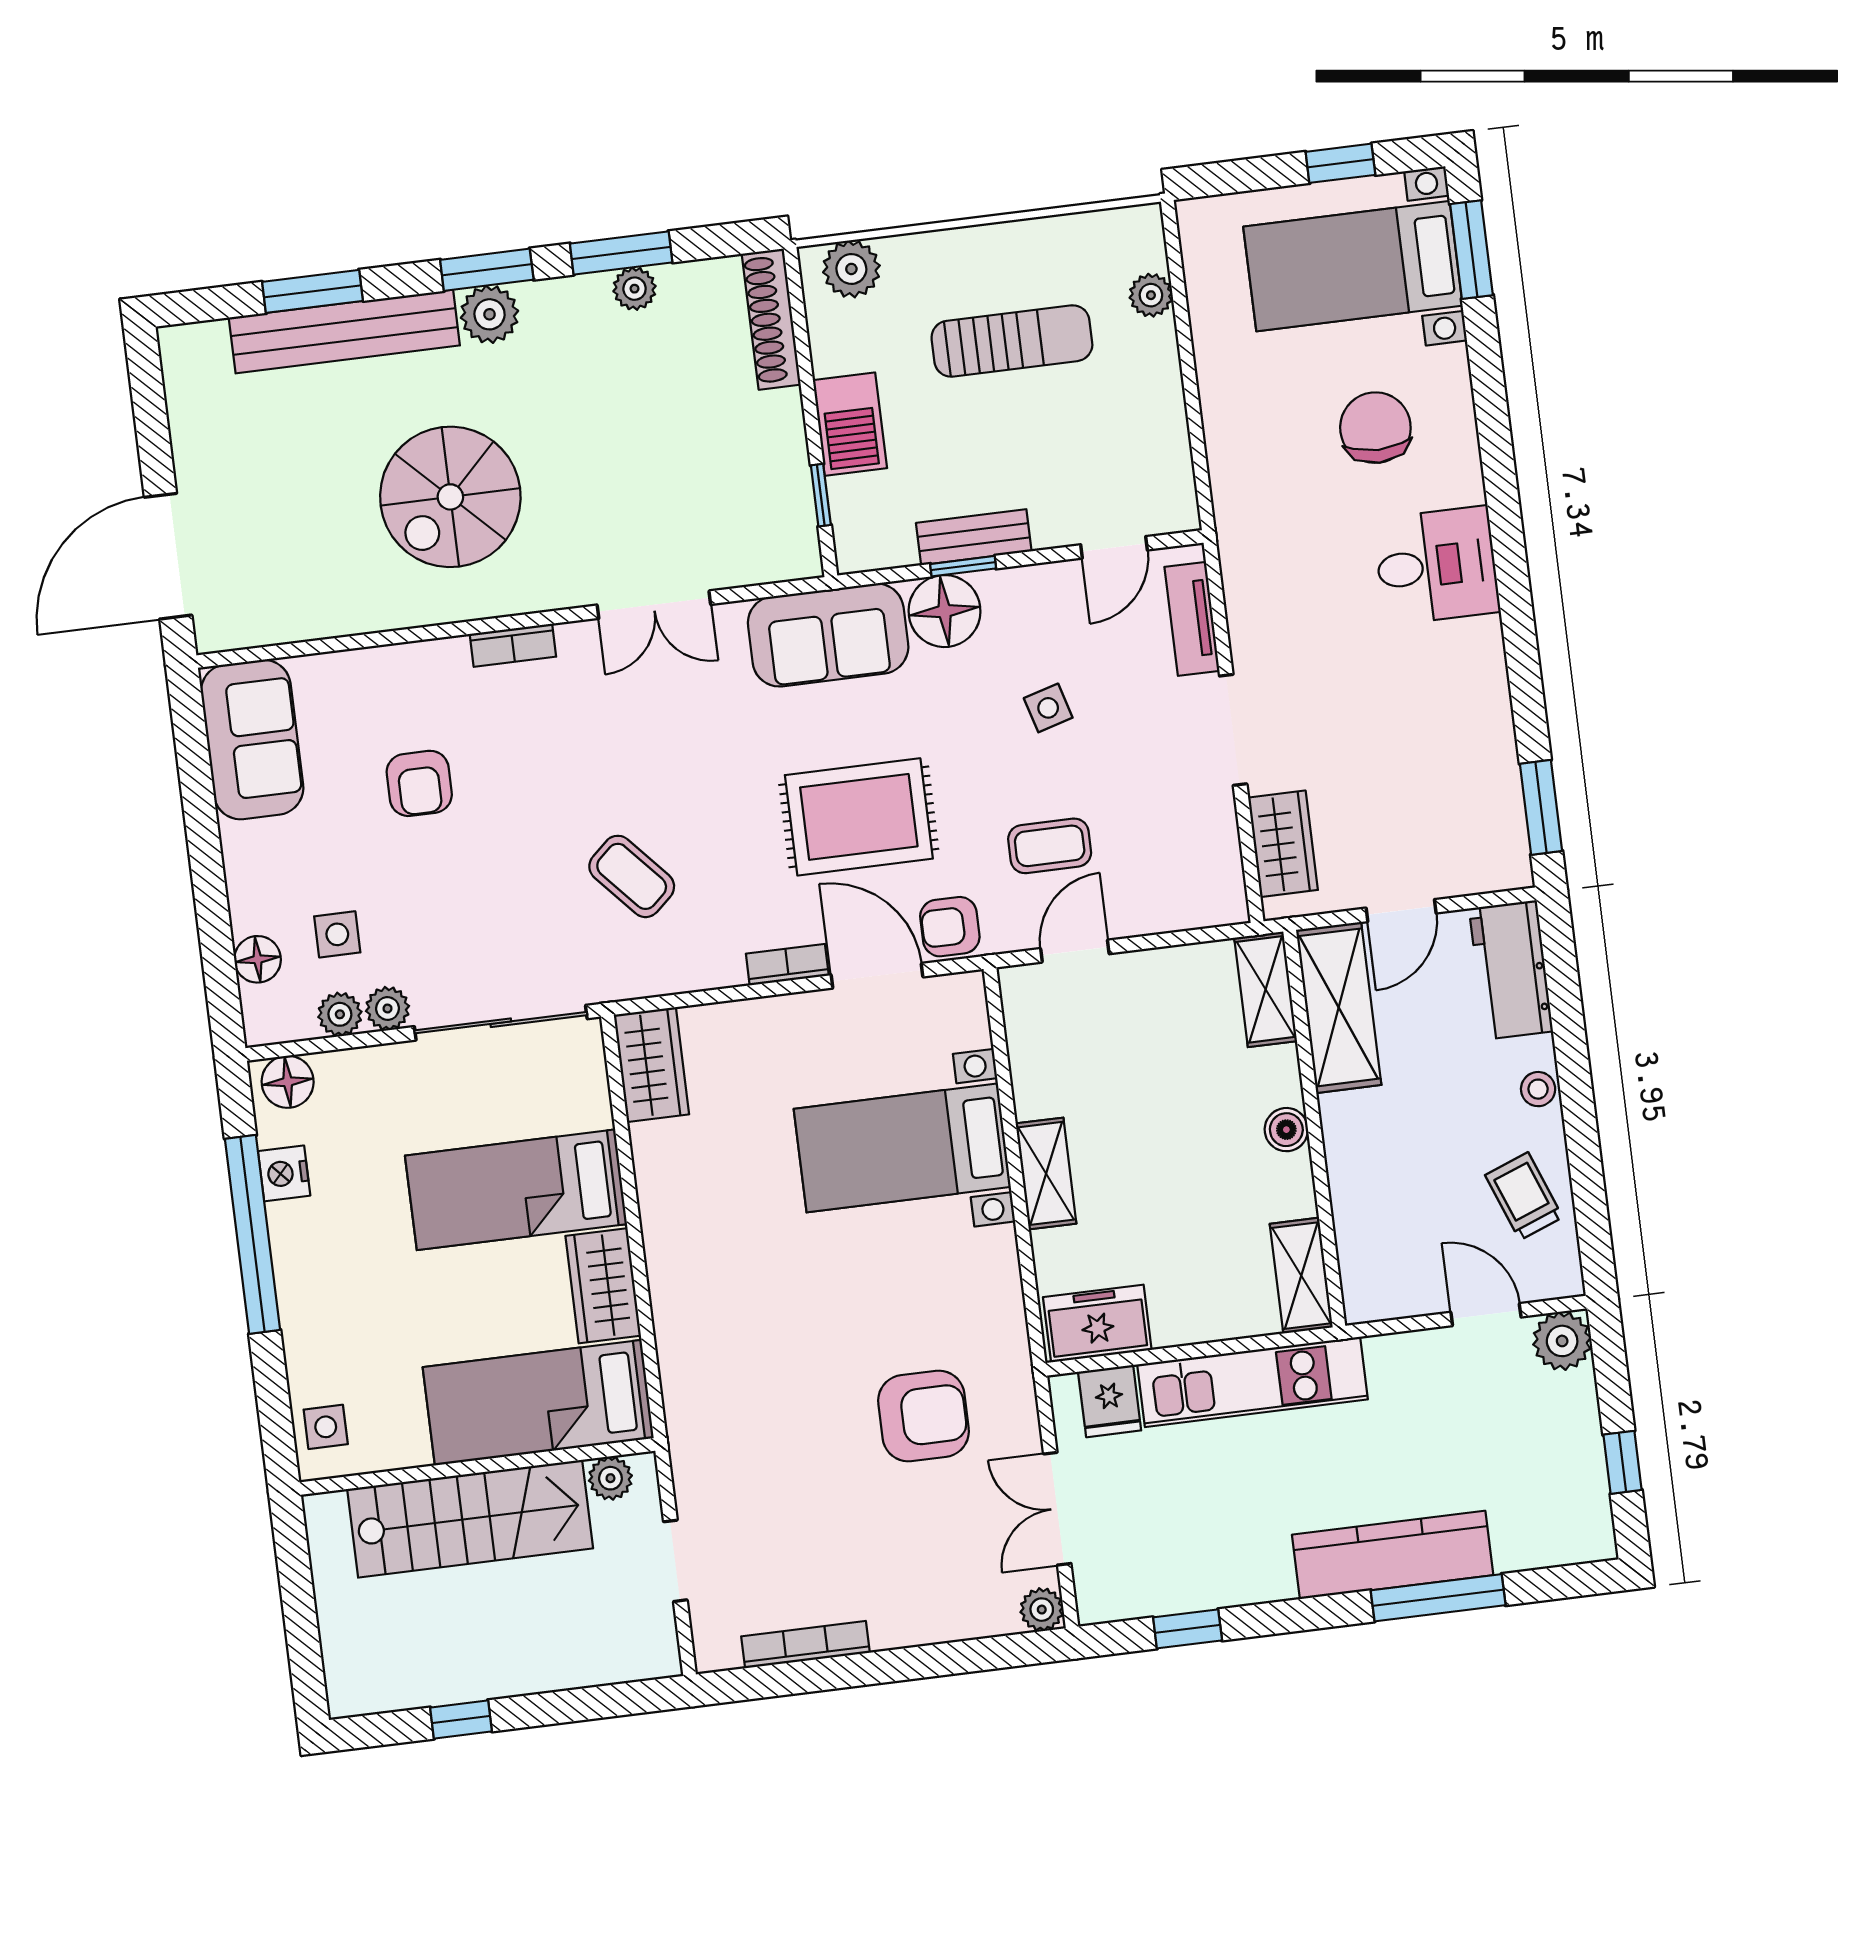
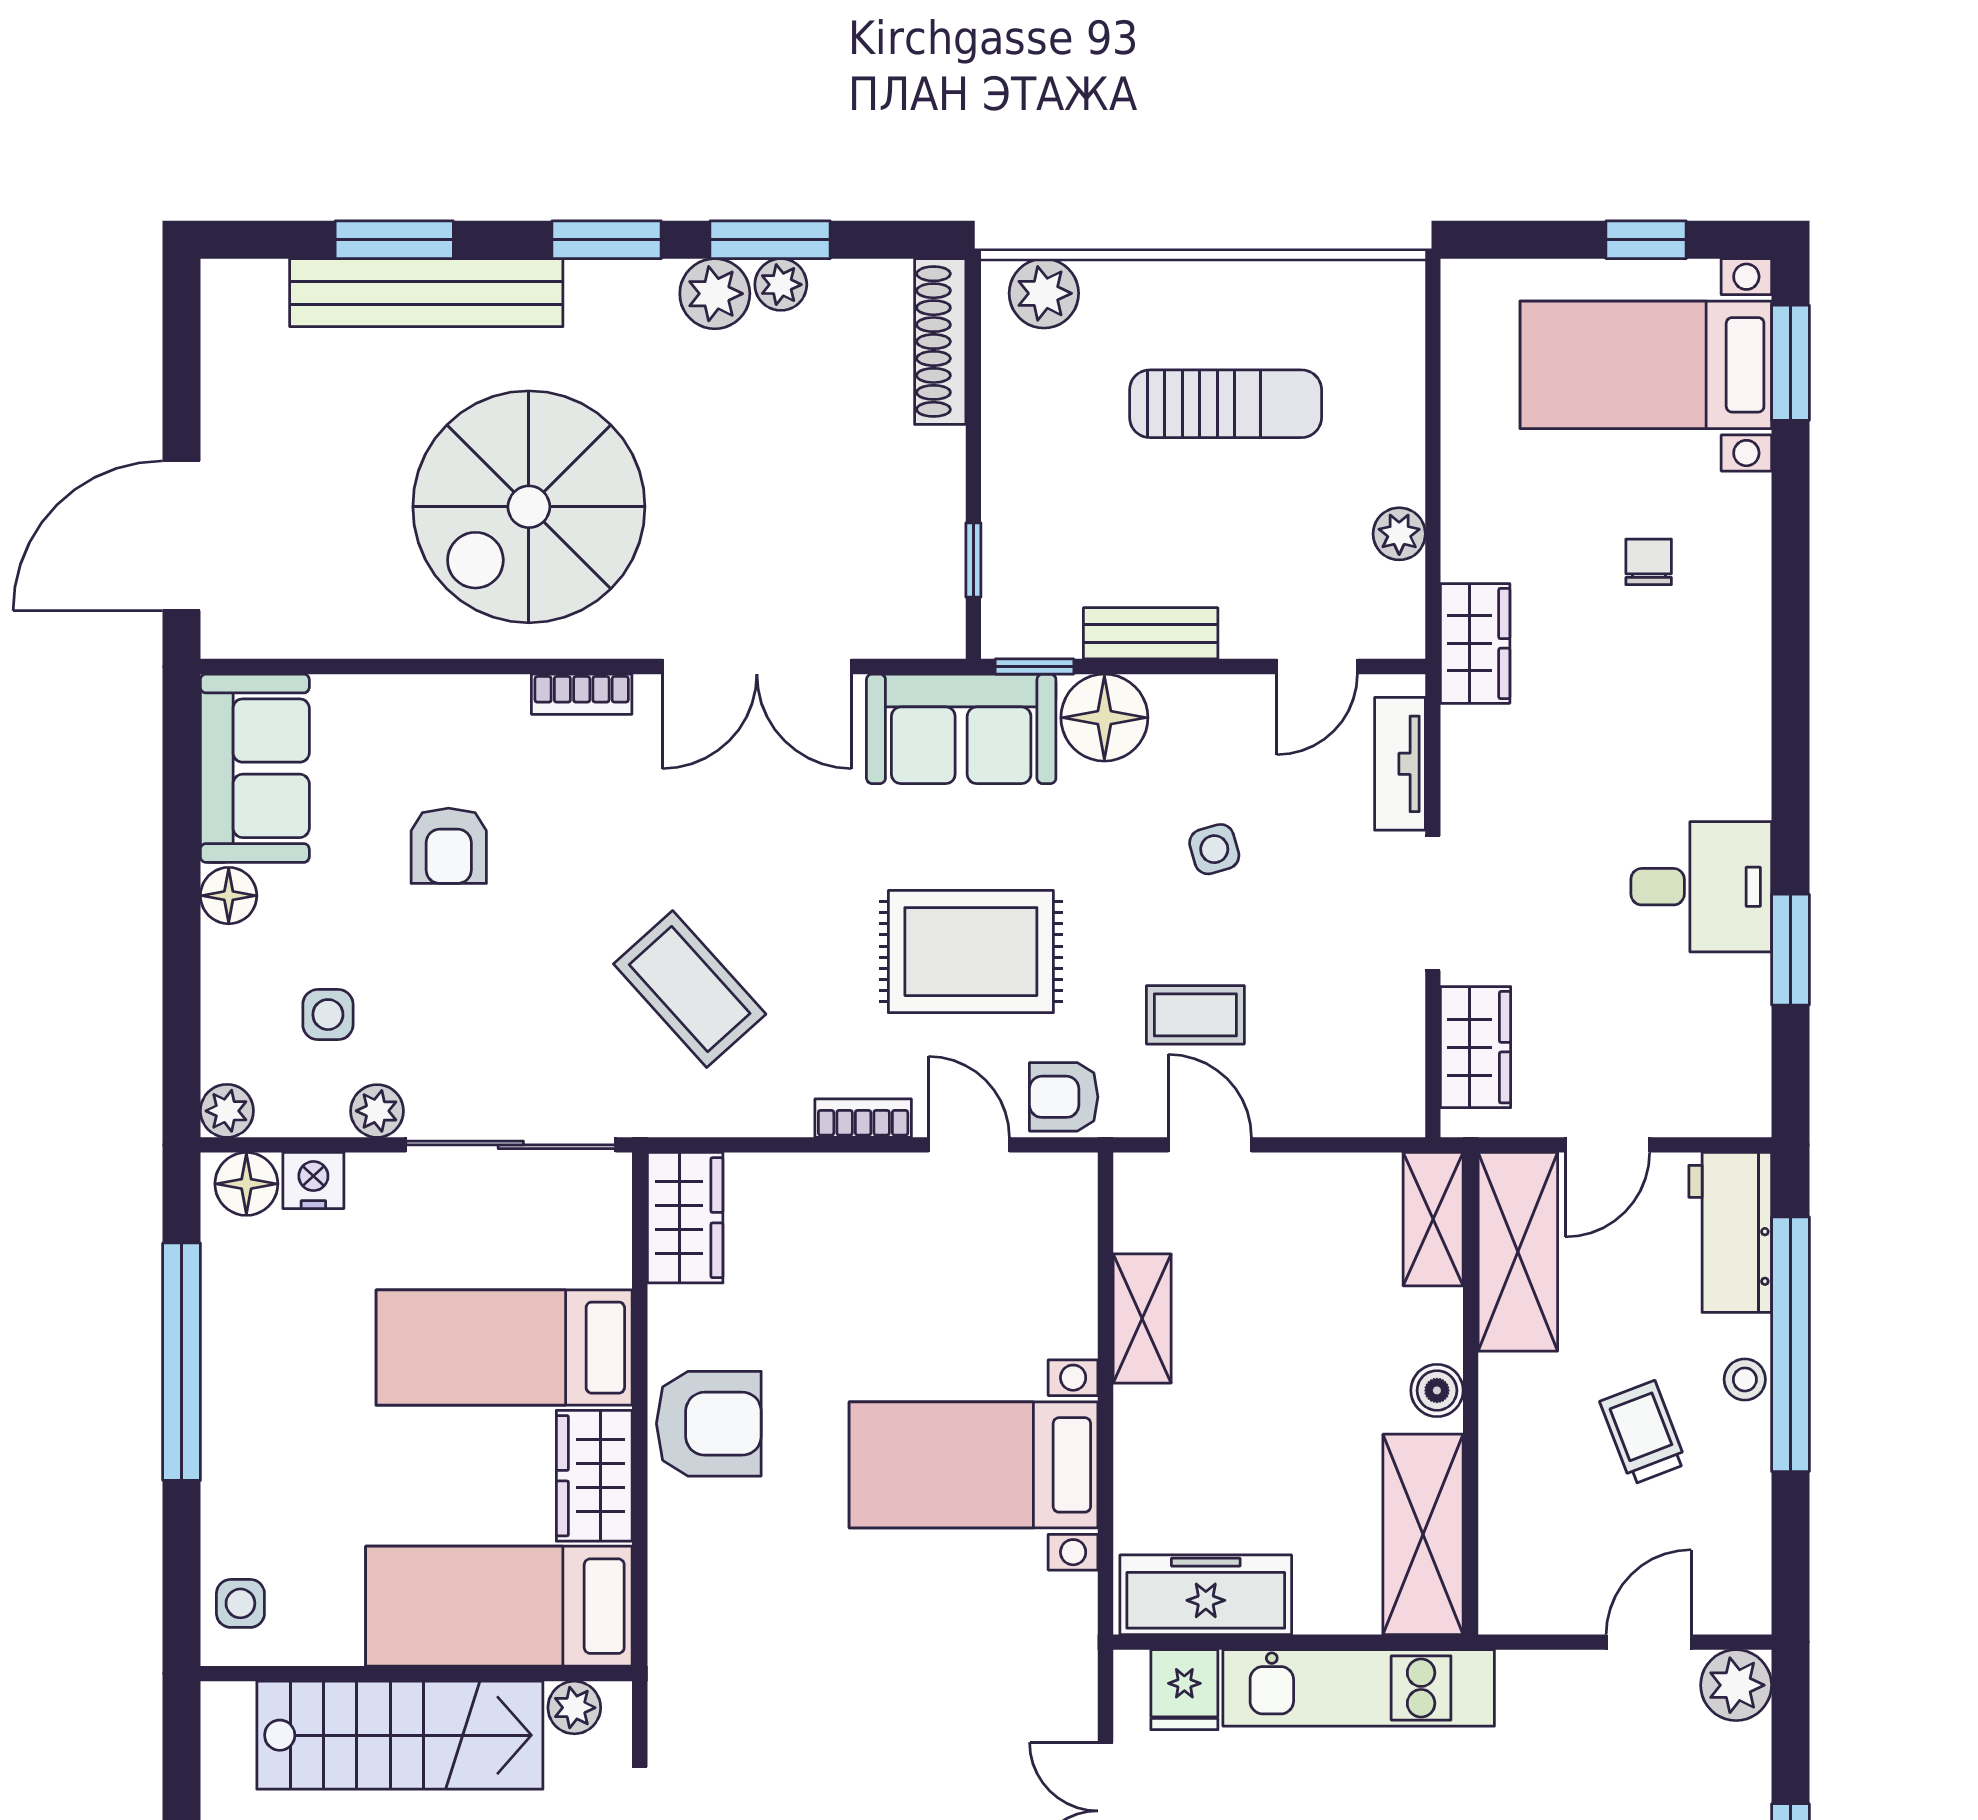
plant: (1151, 295) -> (1399, 534), moved
plant: (490, 314) -> (715, 294), moved
barbecue: (850, 424) -> (1019, 479), removed
chair: (1375, 428) -> (1649, 562), width x0.54, depth x0.54
spiral stairs: (450, 497) -> (529, 507), width x1.37, depth x1.37
wardrobe: (1241, 512) -> (1475, 643), added
window: (963, 566) -> (1035, 667), moved
desk: (1436, 566) -> (1701, 887), moved
double door: (654, 605) -> (757, 667), width x1.37
window: (1541, 807) -> (1790, 950), moved
coffee table: (632, 876) -> (690, 989), width x1.36, depth x1.30
door: (1075, 951) -> (1210, 1145), hinge flipped
floor lamp: (258, 959) -> (229, 896), moved
door: (877, 976) -> (969, 1145), width x0.73
plant: (340, 1014) -> (227, 1111), moved
window: (1572, 1055) -> (1790, 1344), added
bed with nightstands: (902, 1148) -> (974, 1465), moved
nightstand: (284, 1173) -> (313, 1181), moved, turned 90
shelving: (1046, 1173) -> (1142, 1319), moved
trolley: (1524, 1196) -> (1643, 1433), moved
shelving: (1301, 1276) -> (1423, 1534), width x1.50, depth x1.33
door: (1486, 1315) -> (1649, 1642), hinge flipped
freezer: (1097, 1324) -> (1206, 1595), width x1.40
armchair: (923, 1416) -> (709, 1424), moved

